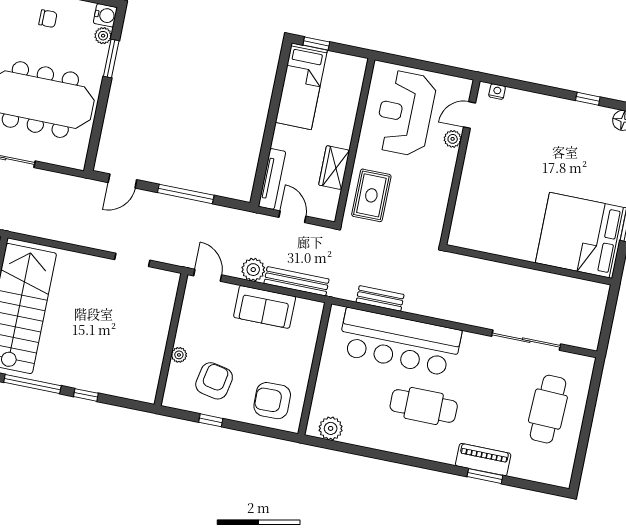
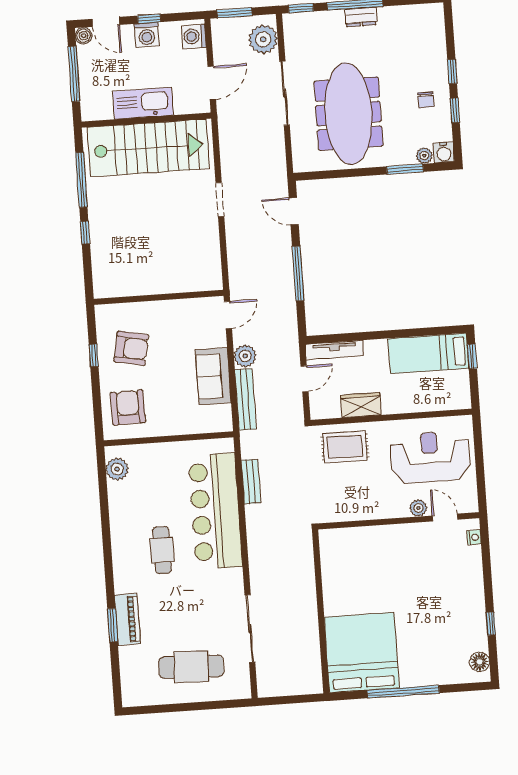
doorway: (132, 260) -> (220, 200), moved
plant: (179, 355) -> (146, 309), removed
cafe table: (424, 406) -> (162, 550), width x0.73, depth x0.74

